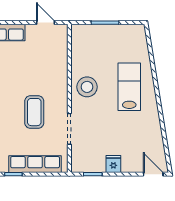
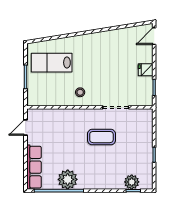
stool: (87, 87) -> (80, 92), width x0.53, depth x0.53
lab bench: (129, 87) -> (52, 63), moved
row of seats: (35, 164) -> (146, 136), removed

